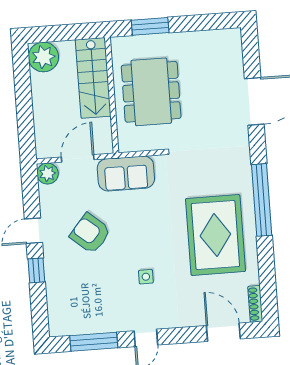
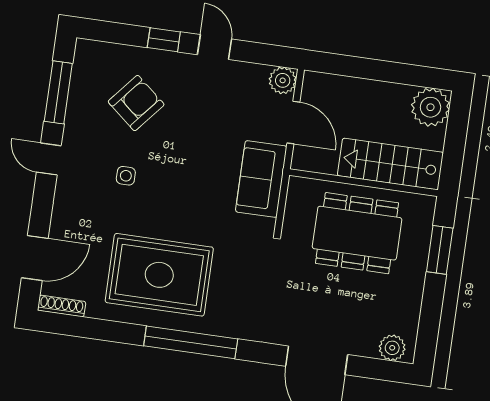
plant: (232, 46) -> (392, 348), added
armchair: (90, 233) -> (136, 103), moved

